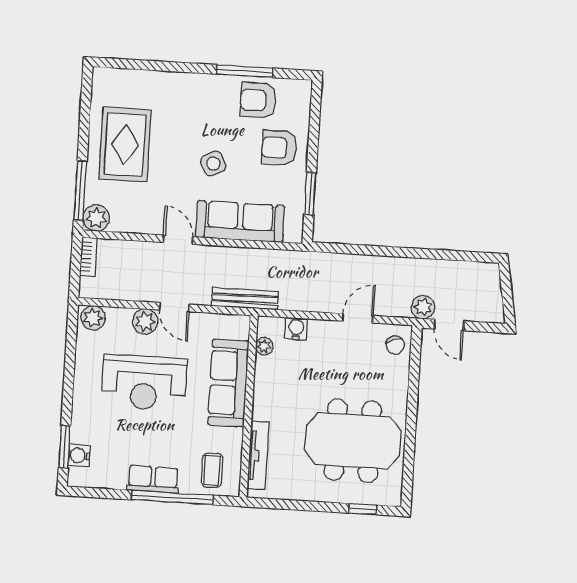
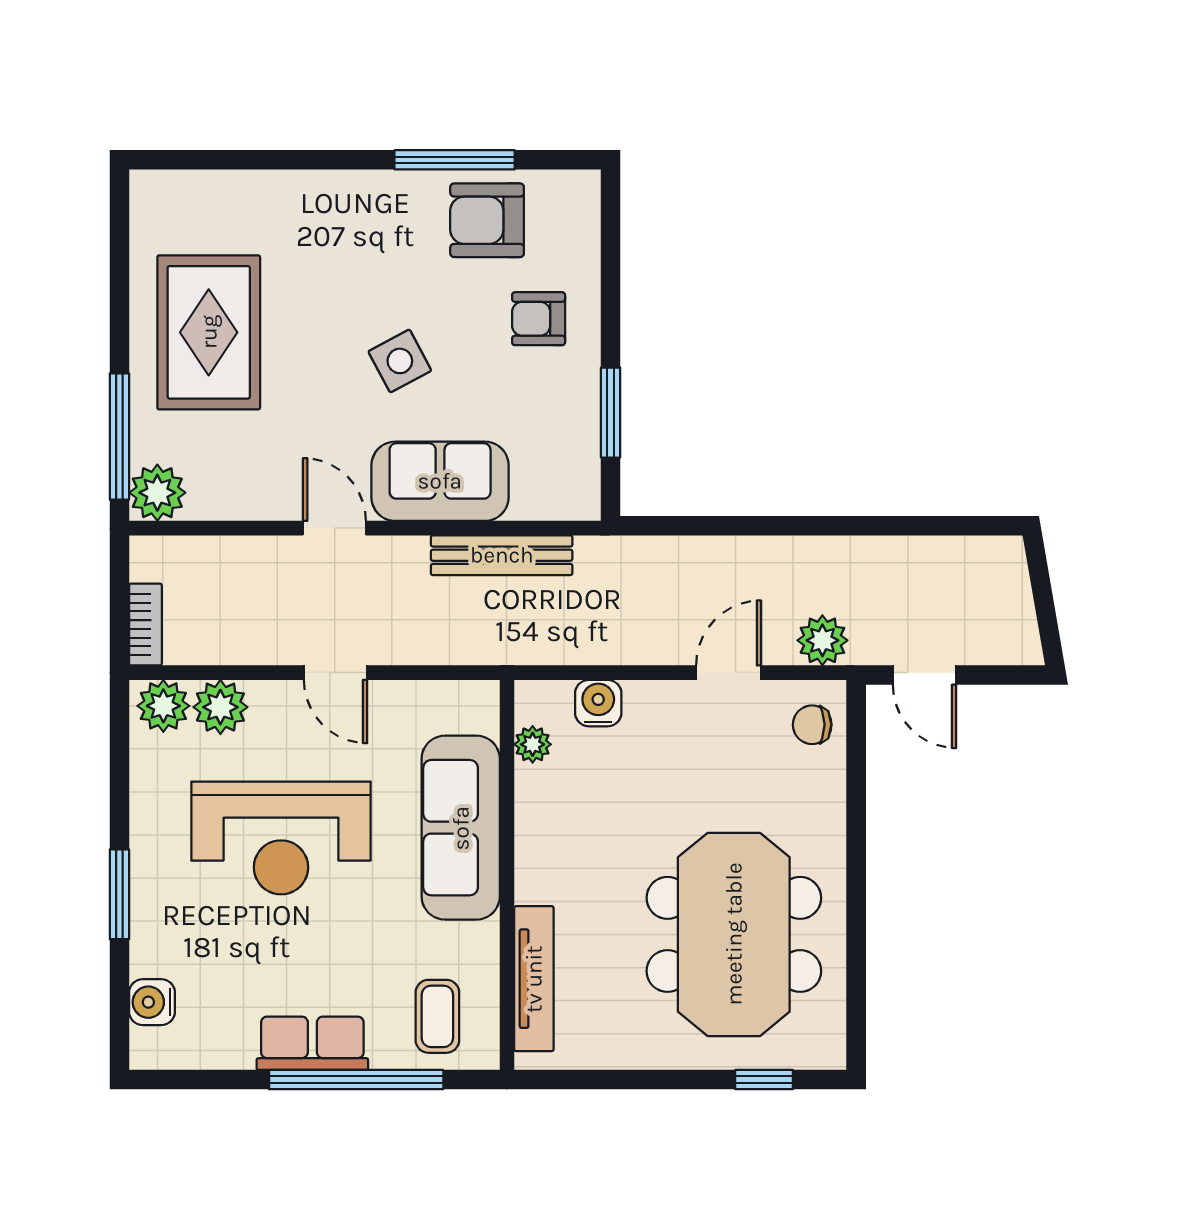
armchair: (279, 148) -> (539, 319), width x0.72, depth x0.72
sofa: (240, 221) -> (440, 481), width x0.73
bookcase: (88, 257) -> (145, 624), moved
bench: (245, 299) -> (502, 555), moved
plant: (423, 307) -> (822, 640), moved
plant: (145, 321) -> (220, 707), moved
chair: (395, 345) -> (812, 725), turned 107
meeting table: (353, 441) -> (734, 934), turned 90
window: (65, 447) -> (119, 894), moved

